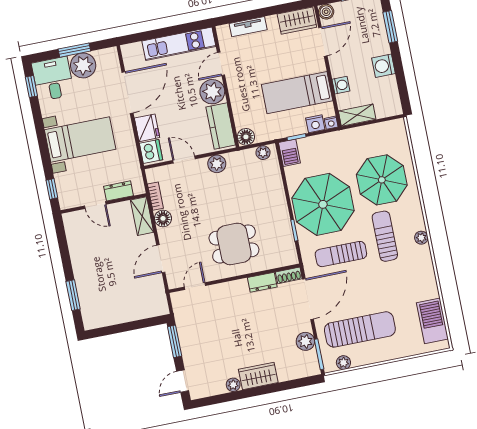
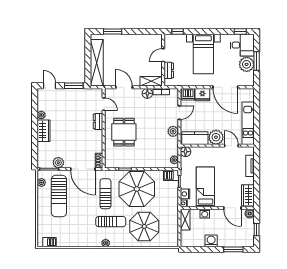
dresser: (262, 282) -> (98, 121), moved
shelving: (129, 311) -> (97, 63), added
barbecue: (432, 321) -> (50, 242), width x0.53, depth x0.65

